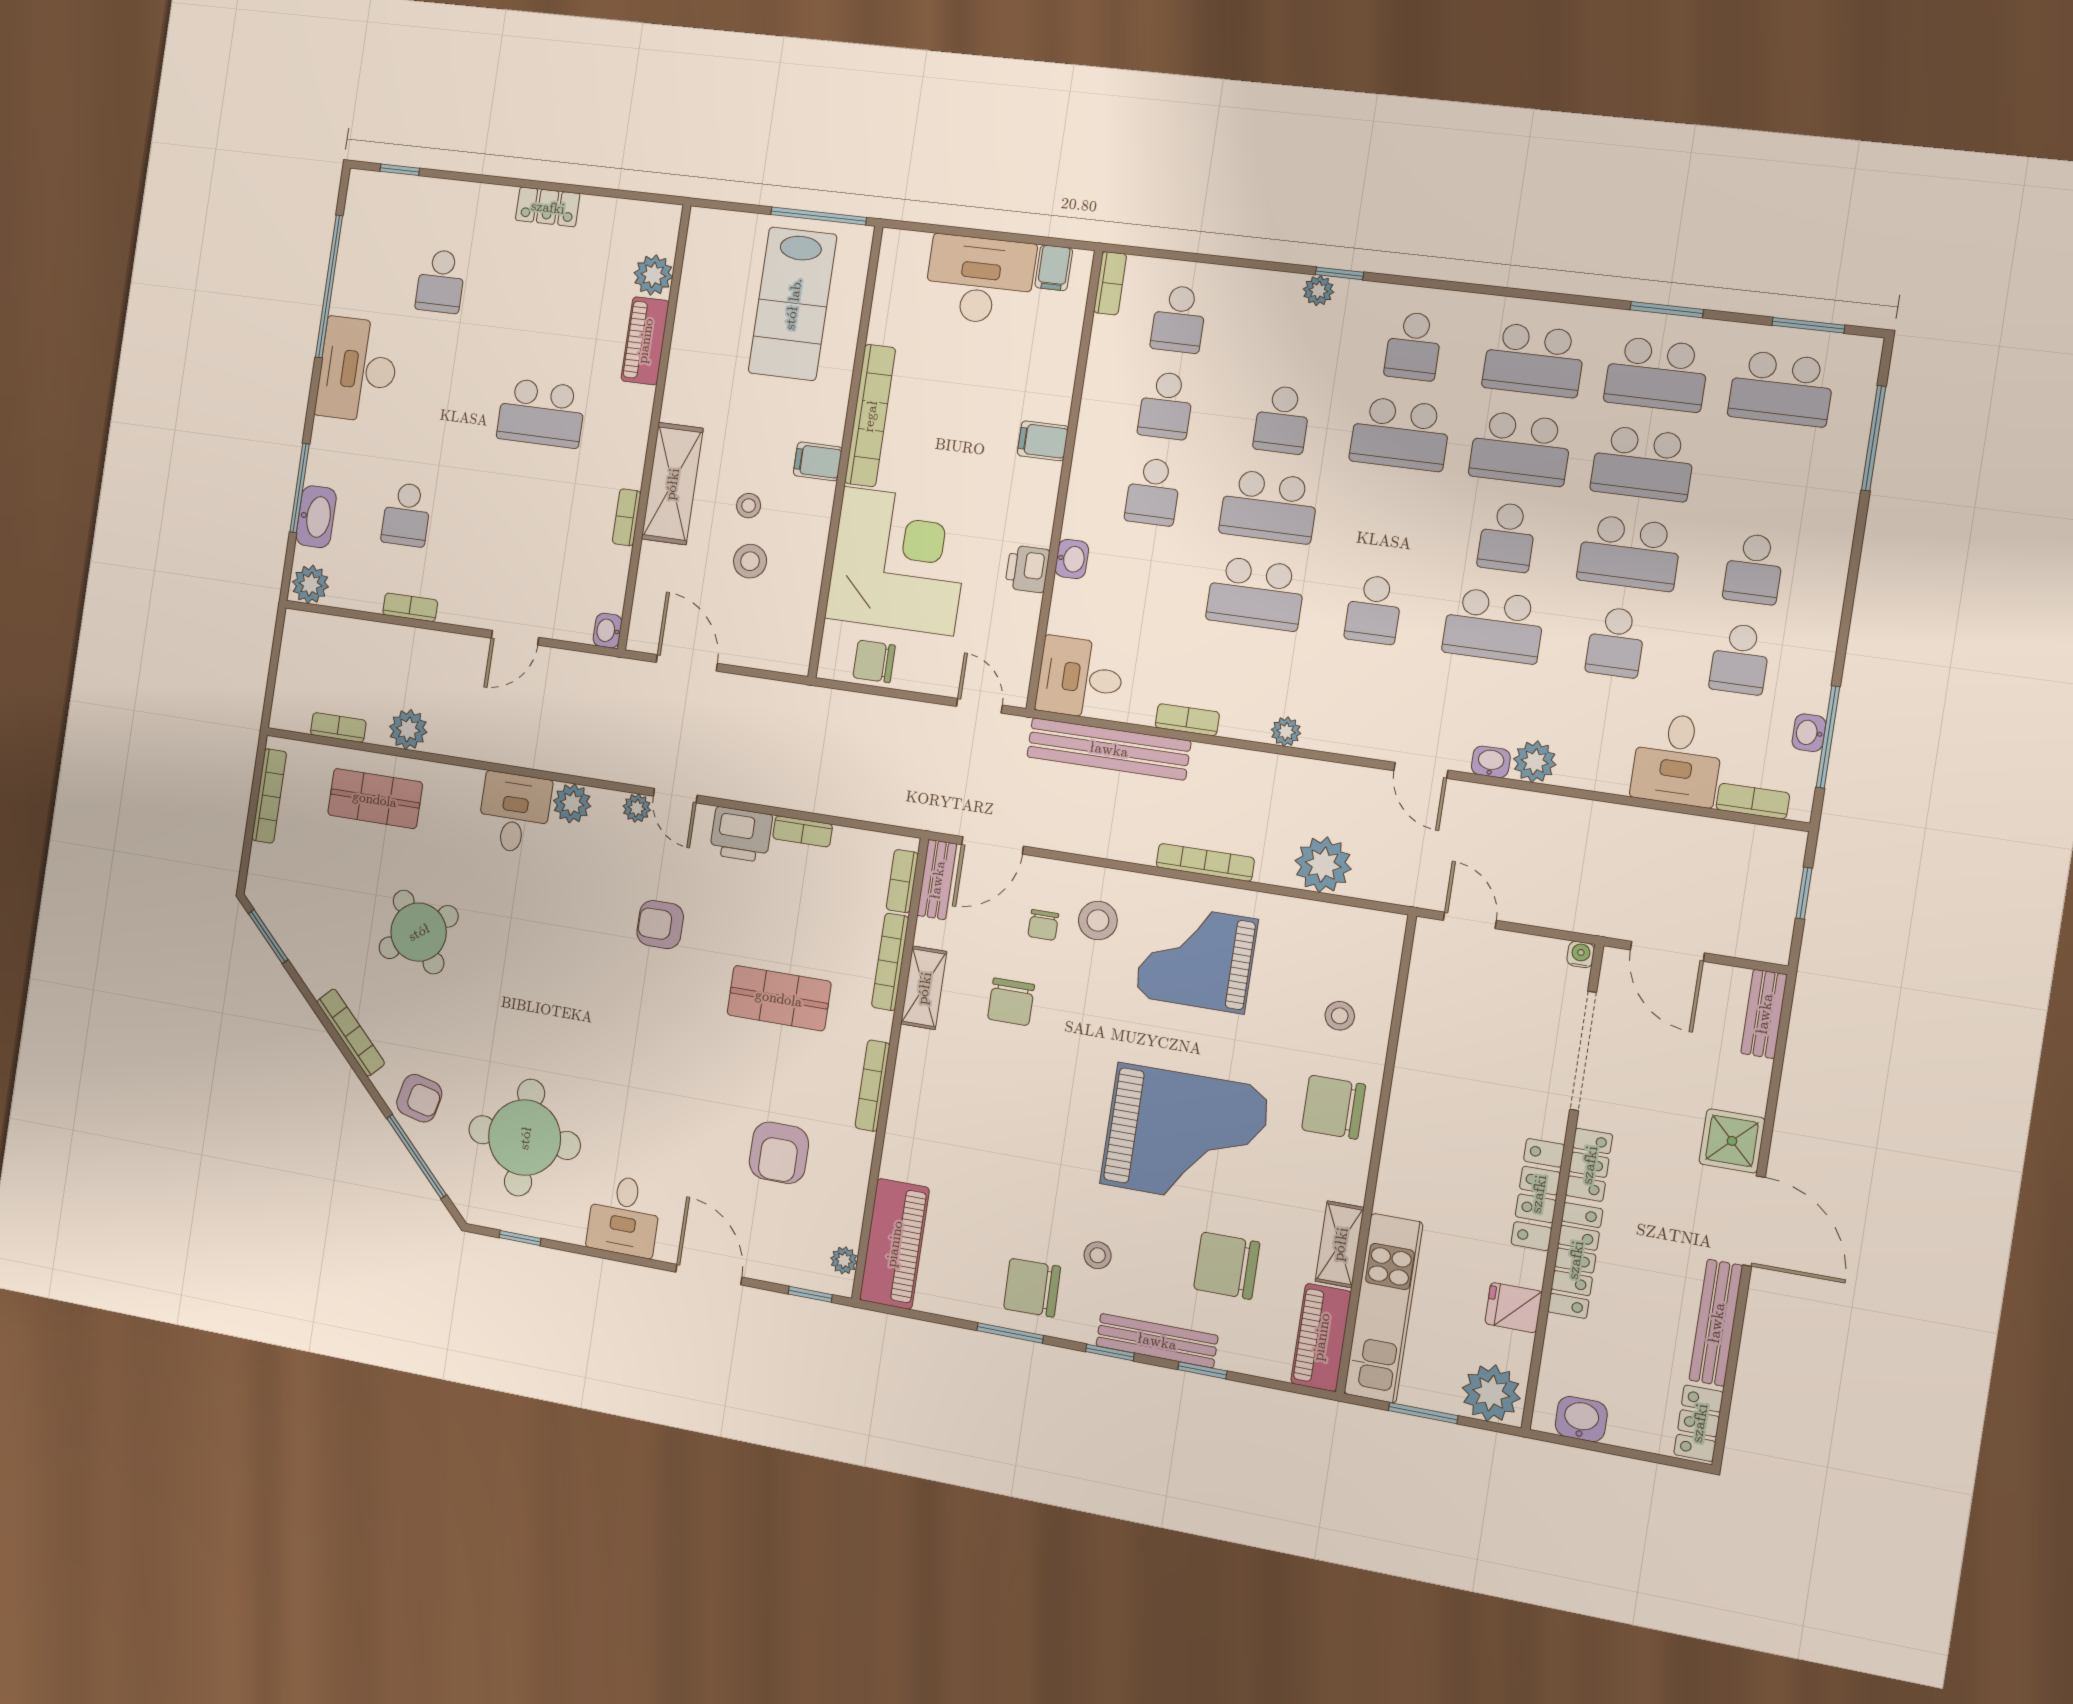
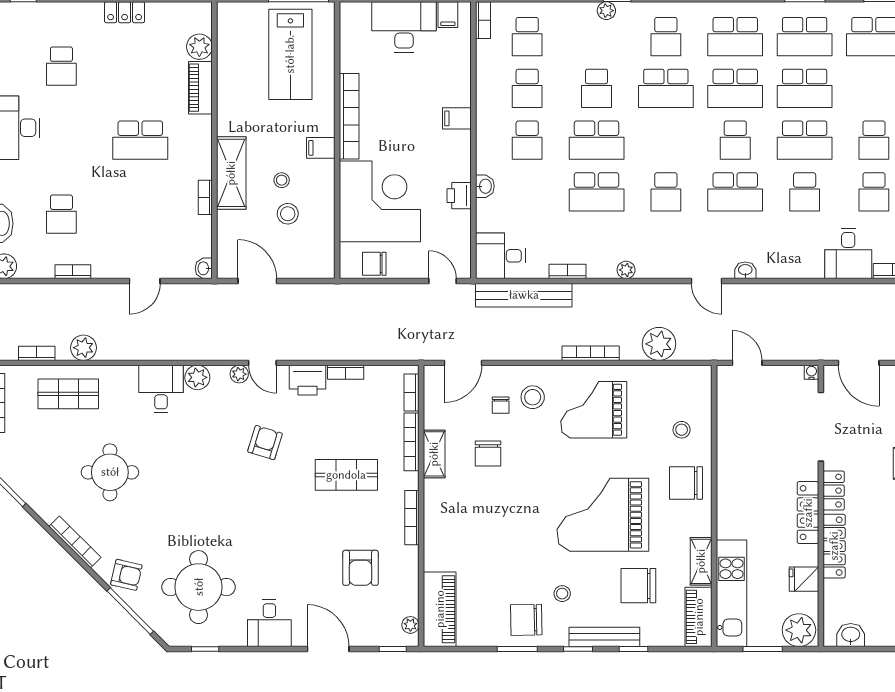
plant: (1535, 762) -> (770, 267), removed
bench: (937, 880) -> (432, 388), removed
armchair: (660, 925) -> (265, 443), turned 107
round table: (419, 932) -> (110, 472), turned 36
grand piano: (1185, 1136) -> (603, 515), turned 180

